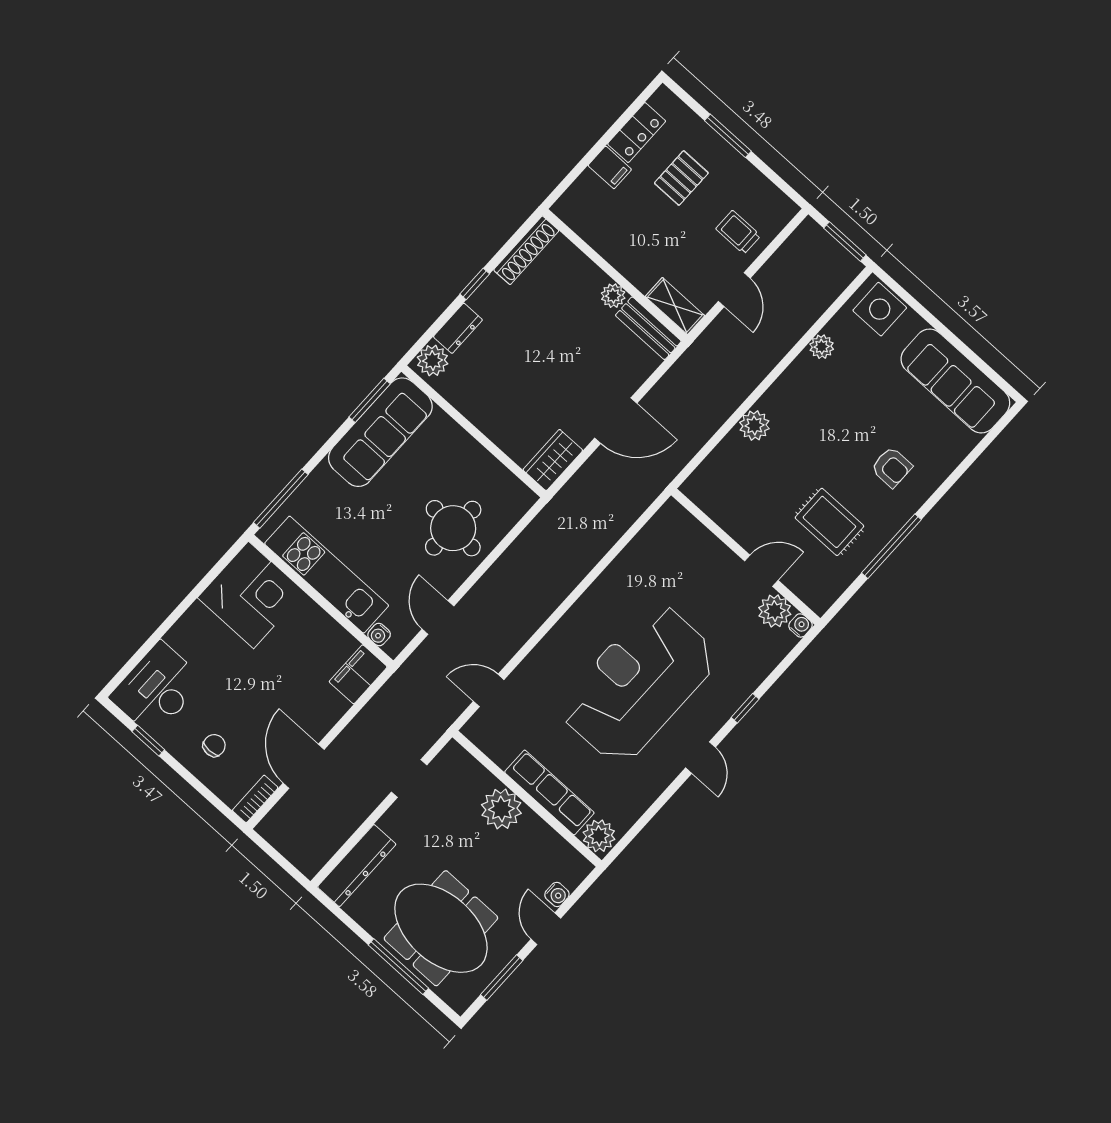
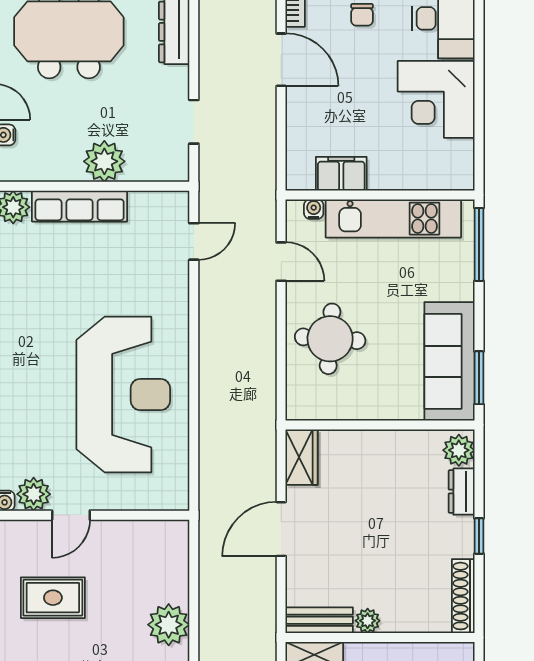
plant: (754, 425) -> (169, 625), width x1.36, depth x1.36
corner desk: (251, 595) -> (436, 99), moved
filing cabinet: (358, 674) -> (341, 174), moved, turned -90
reception desk: (638, 683) -> (123, 394), moved

